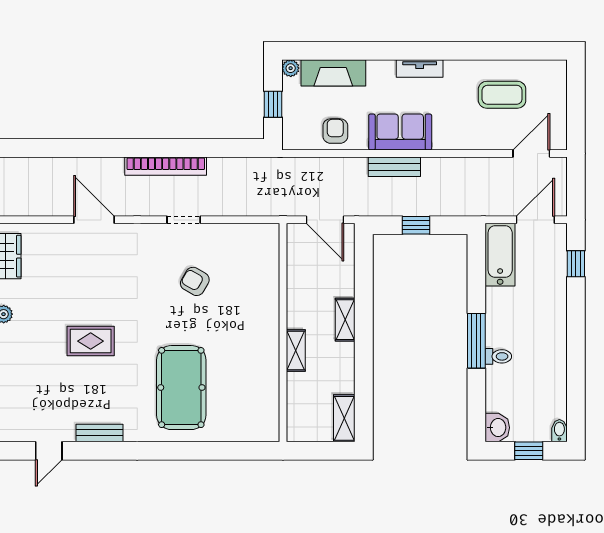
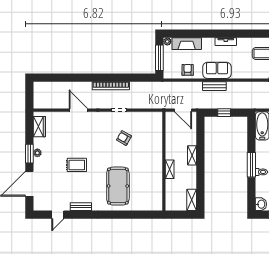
window: (273, 104) -> (159, 58), width x2.17

